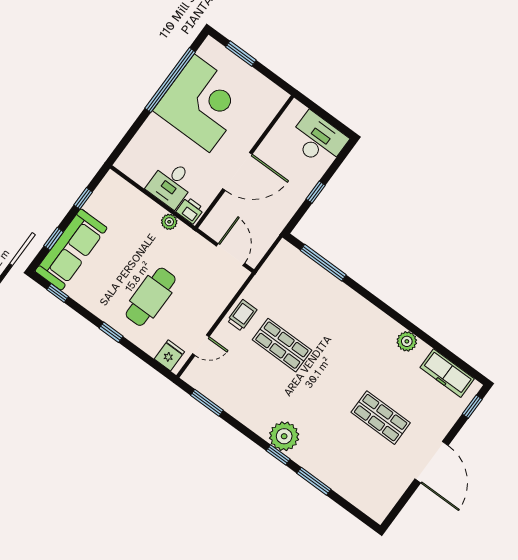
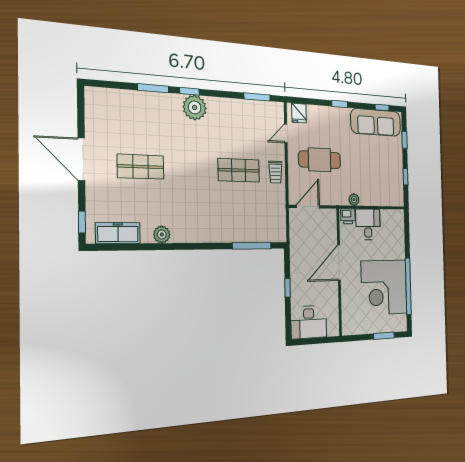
sofa: (71, 250) -> (376, 122), moved, turned -90
door: (231, 255) -> (308, 207), swing flipped
cafe table: (151, 297) -> (320, 160), moved, turned 90

